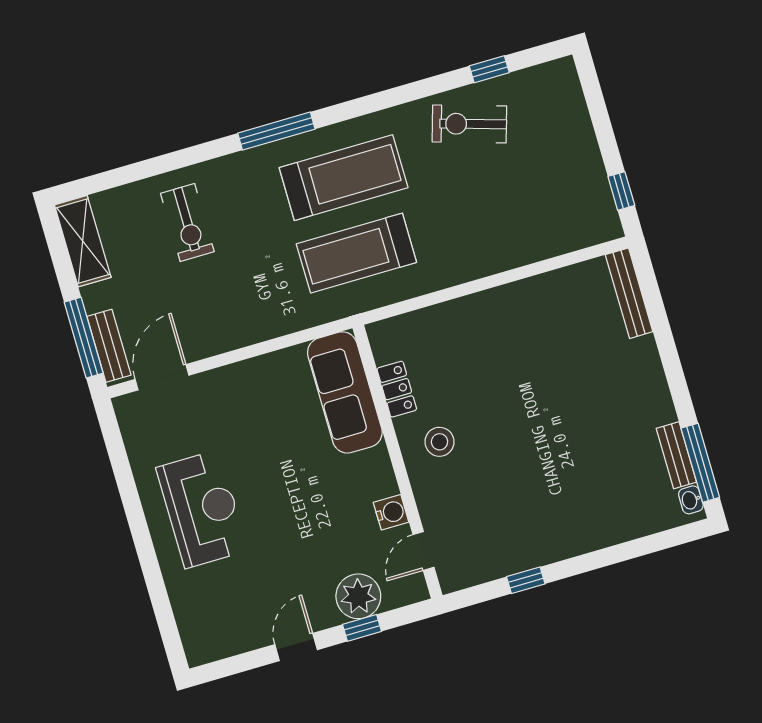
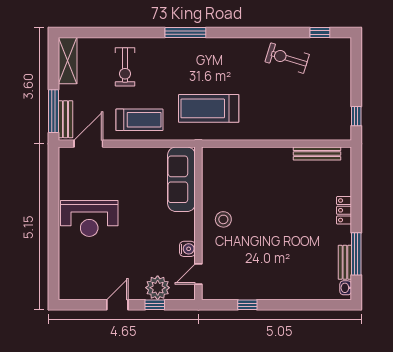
window: (489, 69) -> (320, 33), moved
treadmill: (344, 178) -> (139, 120), moved, width x0.73, depth x0.73
bench: (629, 293) -> (317, 154), moved, turned 90
locker: (397, 389) -> (344, 210), moved, turned 180
window: (700, 463) -> (356, 254), moved
reception desk: (202, 509) -> (89, 219), turned 90

